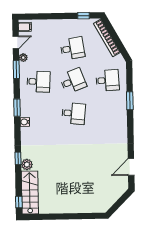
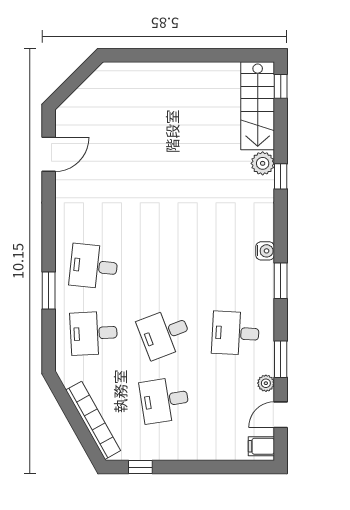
desk: (74, 113) -> (94, 266), moved

